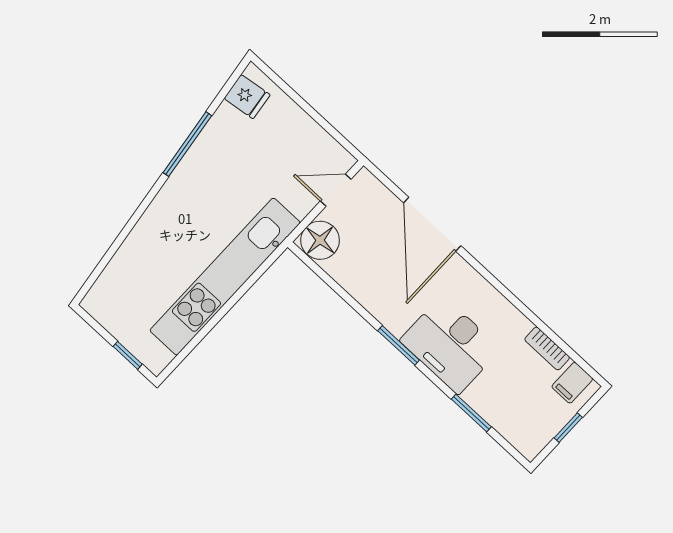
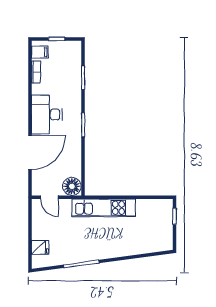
fridge: (247, 97) -> (40, 247), moved, turned 98
kitchen unit: (225, 277) -> (104, 208), width x0.73
desk: (450, 345) -> (47, 114), moved, turned 180

